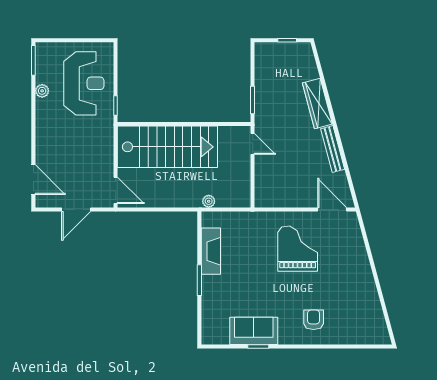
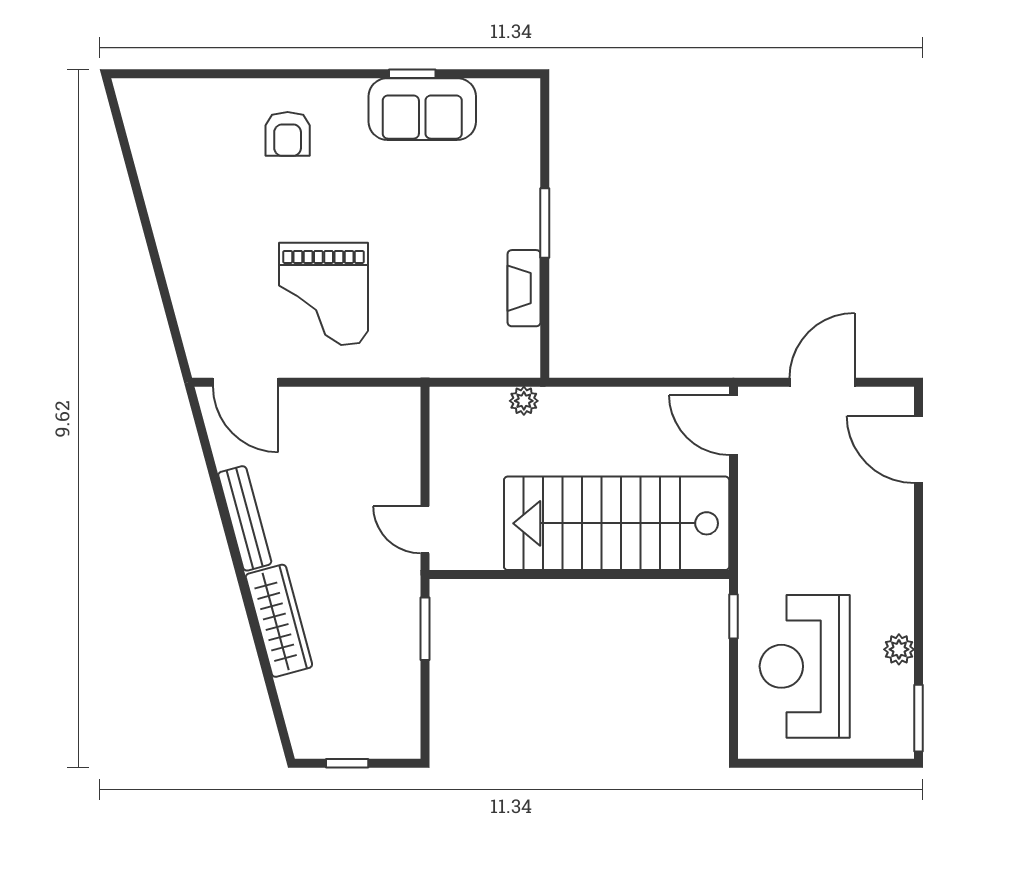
fireplace: (211, 251) -> (524, 288), width x0.73, depth x0.76

